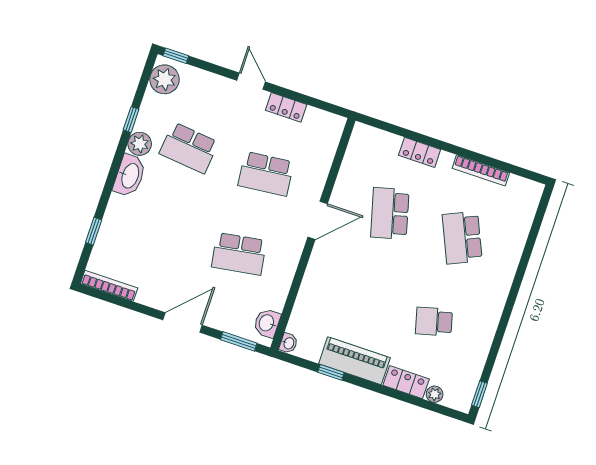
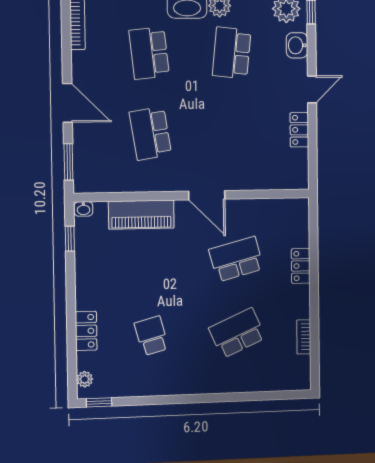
bookcase: (481, 170) -> (304, 337), width x0.64
school desk: (266, 174) -> (149, 53), moved
washbasin: (267, 323) -> (297, 45), moved, turned -90
piano: (354, 361) -> (141, 215), moved, turned 90
window: (331, 372) -> (70, 239), moved
plant: (435, 394) -> (85, 379), moved

